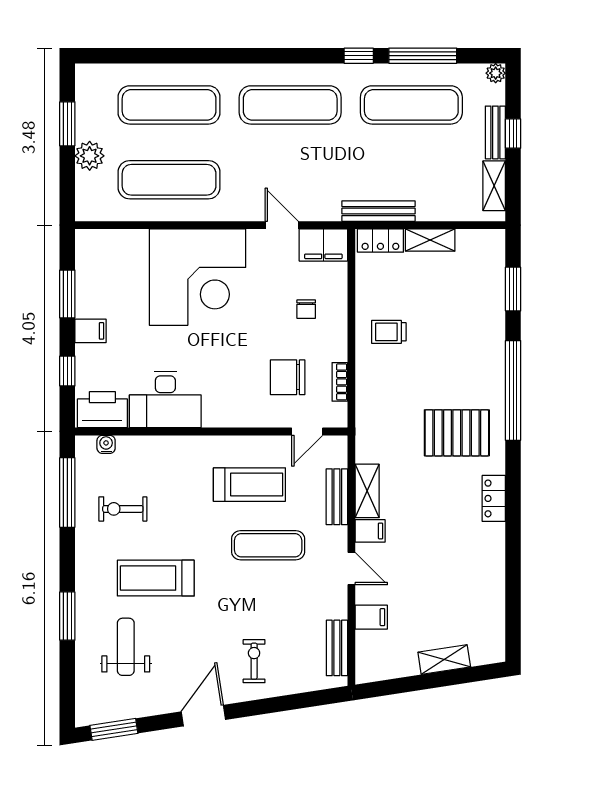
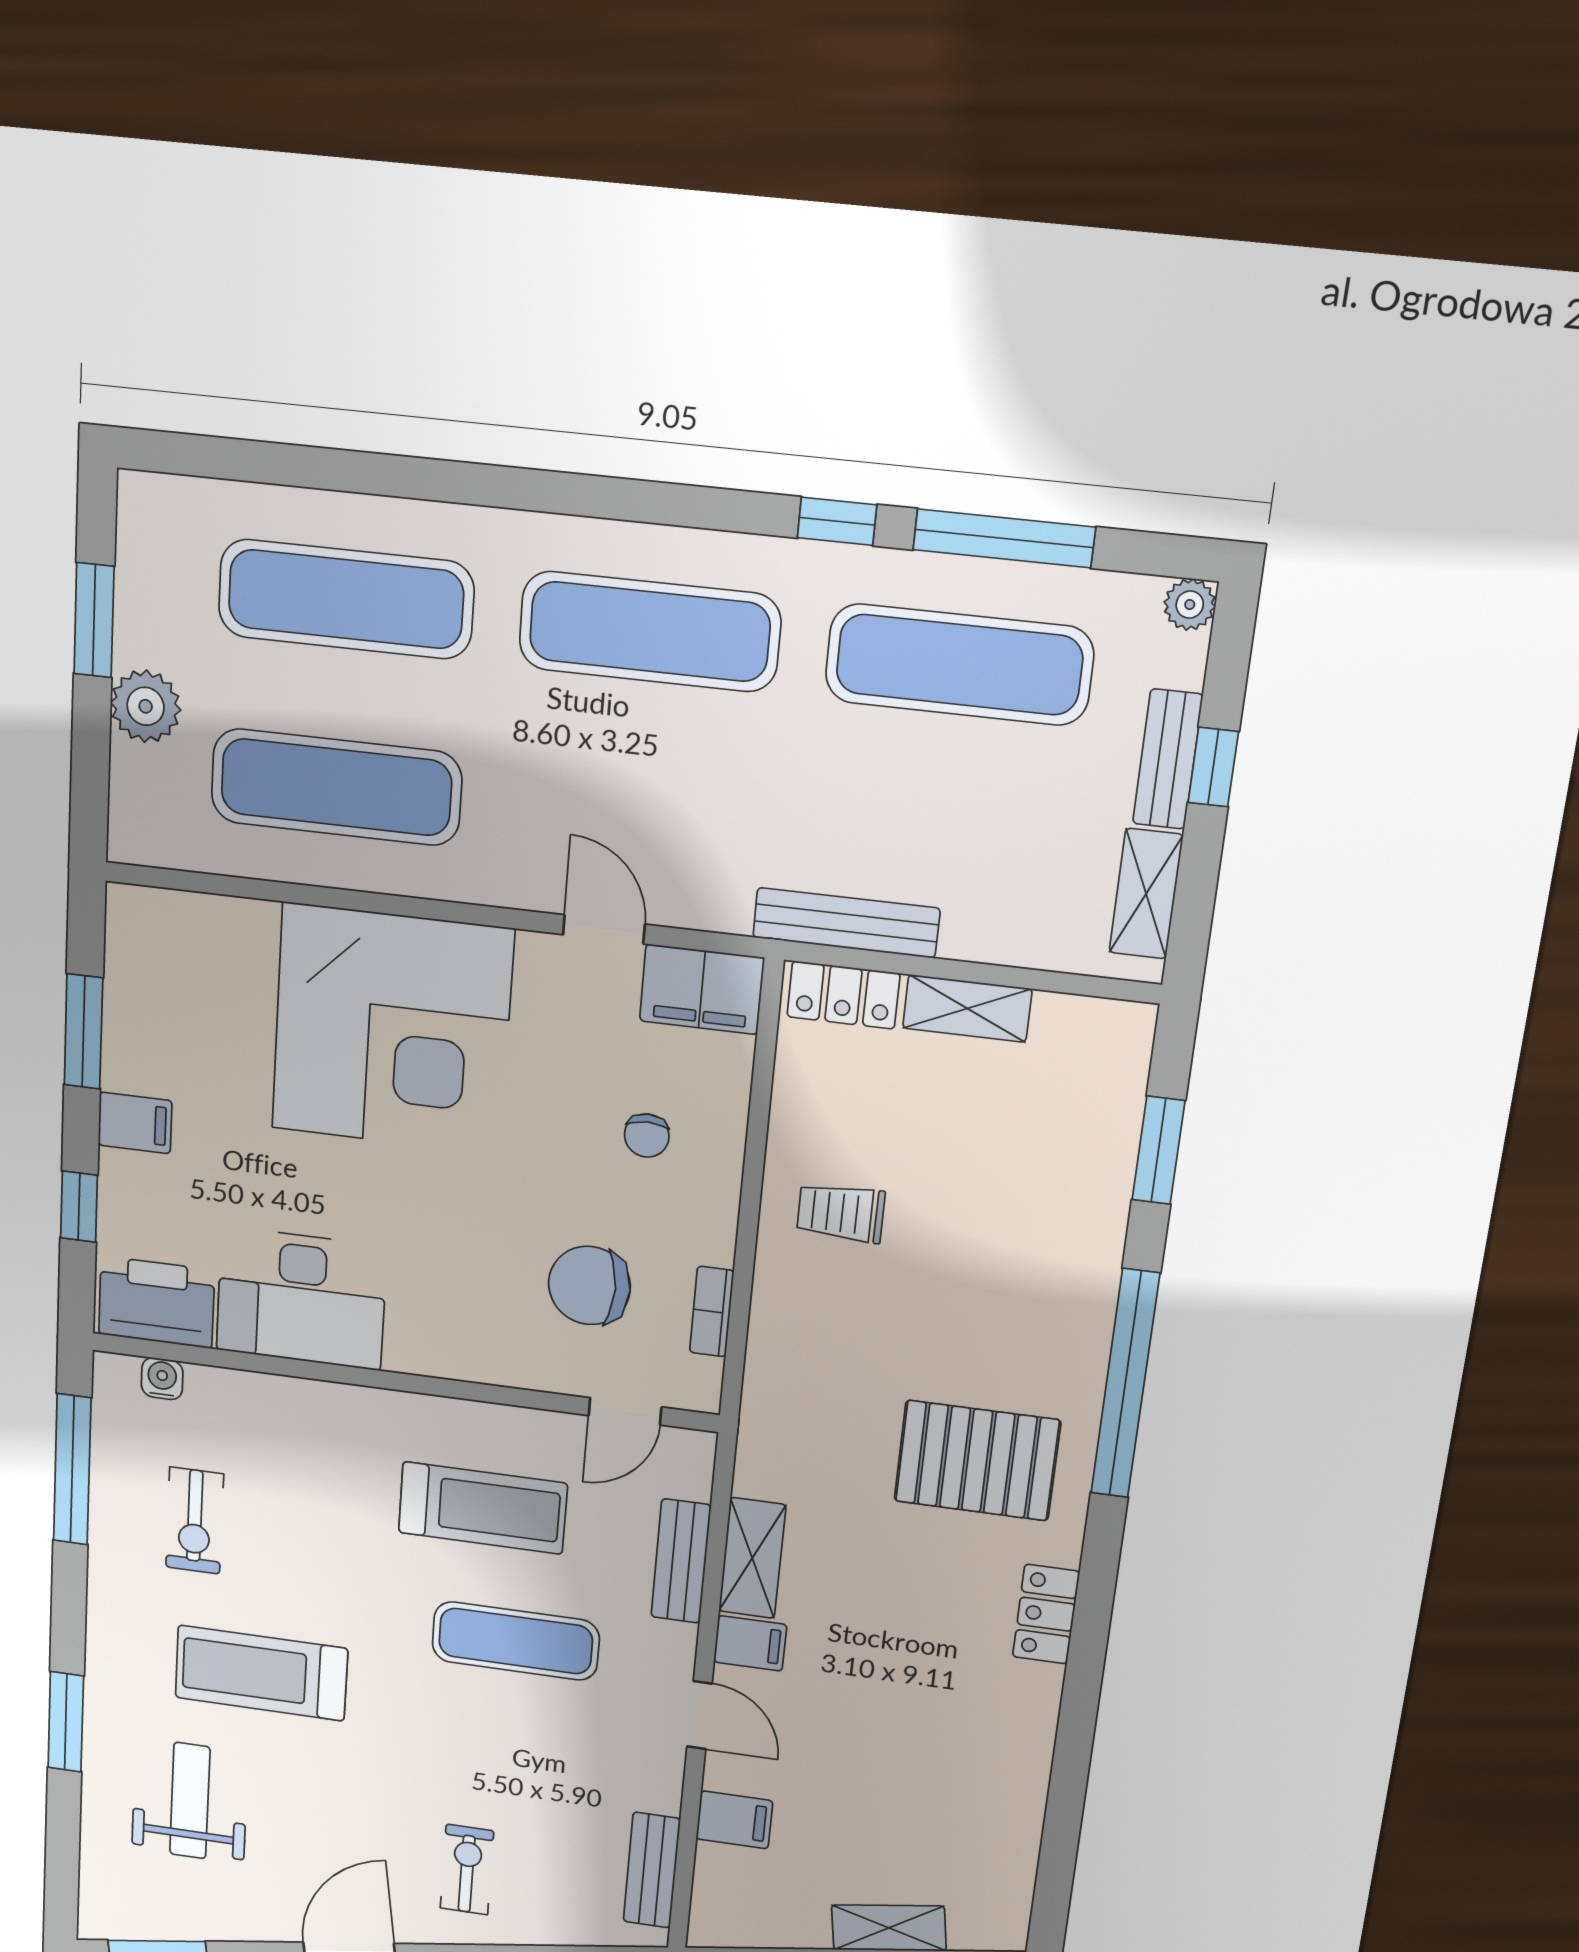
exercise bike: (123, 509) -> (195, 1521), turned -90

